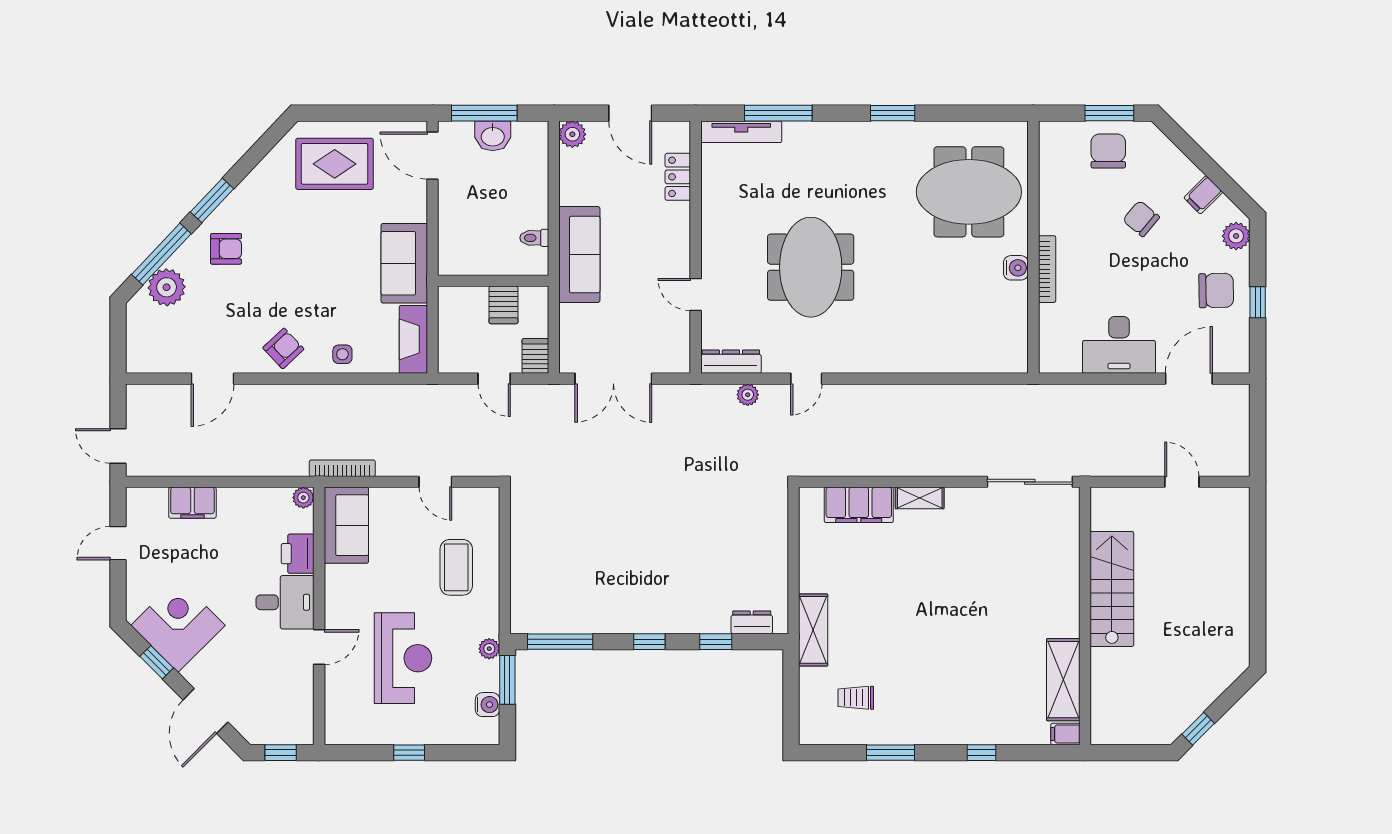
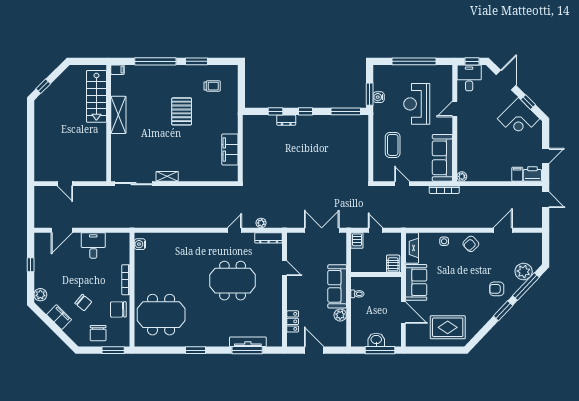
window: (1109, 113) -> (113, 350), moved
tv unit: (741, 132) -> (248, 342), moved
plant: (572, 134) -> (340, 315), moved
door: (433, 156) -> (403, 313), moved
filing cabinet: (1203, 195) -> (59, 317), width x2.00
meeting table: (811, 267) -> (233, 281), turned 90
water cooler: (1016, 268) -> (140, 244), moved
chair: (1216, 290) -> (118, 309), moved
server rack: (503, 305) -> (393, 264), moved
desk: (1119, 345) -> (93, 245), width x0.73
shelving: (920, 498) -> (167, 176), moved
filing cabinet: (192, 503) -> (517, 174), width x0.50
filing cabinet: (859, 505) -> (230, 149), moved, turned -90
sofa: (346, 525) -> (442, 158), width x1.36
printer: (298, 554) -> (532, 174), moved, turned -90
stairs: (1112, 589) -> (96, 96), moved
desk: (285, 602) -> (469, 78), moved, turned 90
dresser: (752, 622) -> (286, 120), moved
shelving: (813, 630) -> (231, 117), removed
pallet: (923, 642) -> (182, 111), added
plant: (489, 649) -> (378, 108), removed
shelving: (1063, 680) -> (118, 115), moved
water cooler: (488, 705) -> (379, 97), moved
window: (1198, 729) -> (43, 86), moved
window: (409, 753) -> (414, 61), width x3.17
window: (982, 753) -> (155, 61), width x3.17

